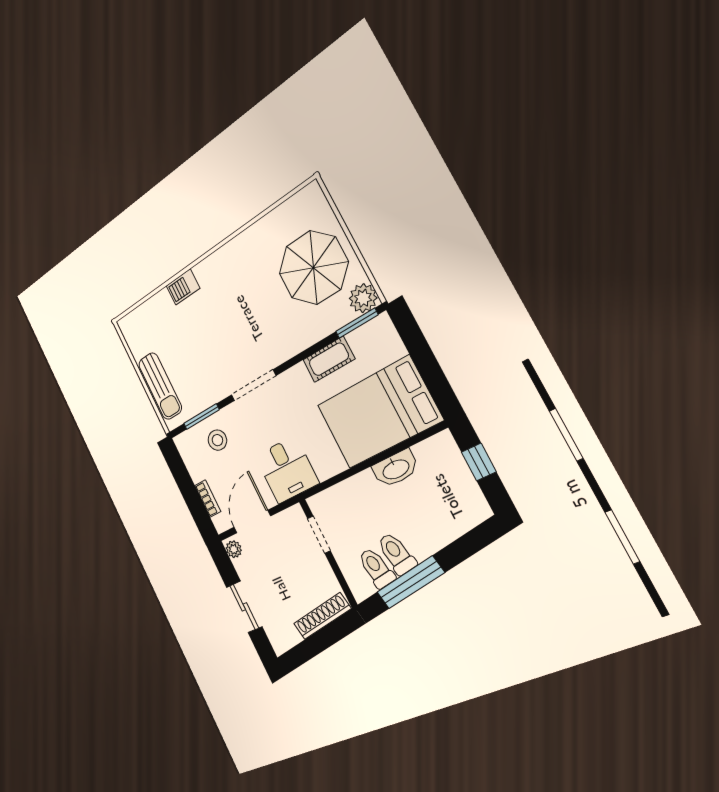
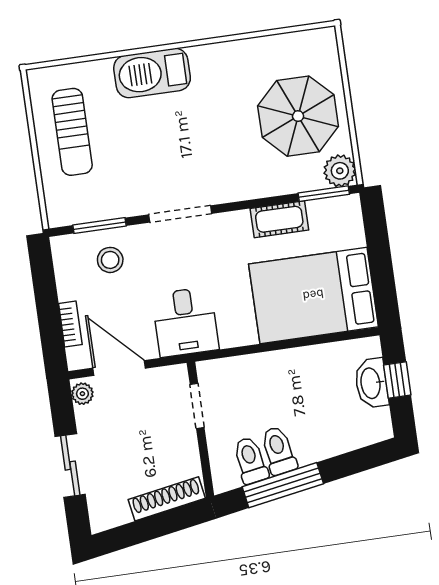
barbecue: (183, 287) -> (152, 73), width x1.88, depth x1.53
sun lounger: (160, 386) -> (72, 132), moved
washbasin: (396, 469) -> (371, 383), moved, turned 90
door: (252, 522) -> (119, 368), hinge flipped

